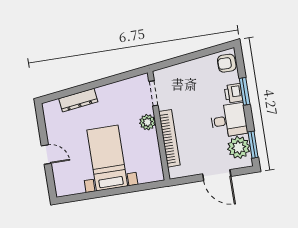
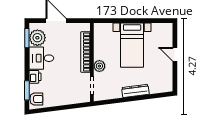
window: (245, 91) -> (27, 90), moved
dresser: (78, 100) -> (135, 91), moved

